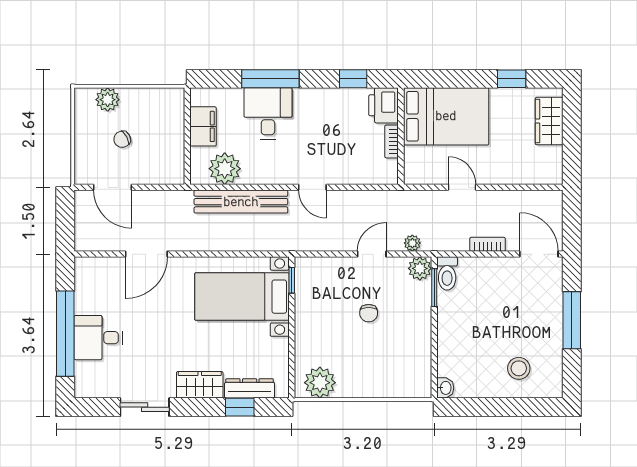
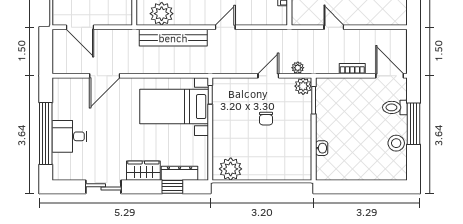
door: (312, 187) -> (225, 27), swing flipped
toilet: (447, 273) -> (395, 107), moved, turned 90
stool: (519, 368) -> (396, 143), moved
washbasin: (445, 388) -> (322, 148), moved

